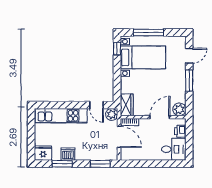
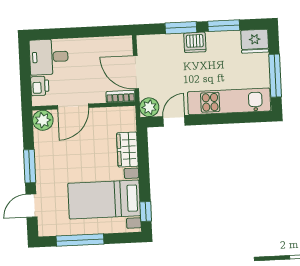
window: (149, 33) -> (80, 240), moved
door: (96, 105) -> (174, 121), hinge flipped
wardrobe: (127, 105) -> (127, 150), moved
window: (31, 131) -> (275, 76), added
dishwasher: (68, 154) -> (195, 42), moved
window: (100, 164) -> (181, 28), moved

